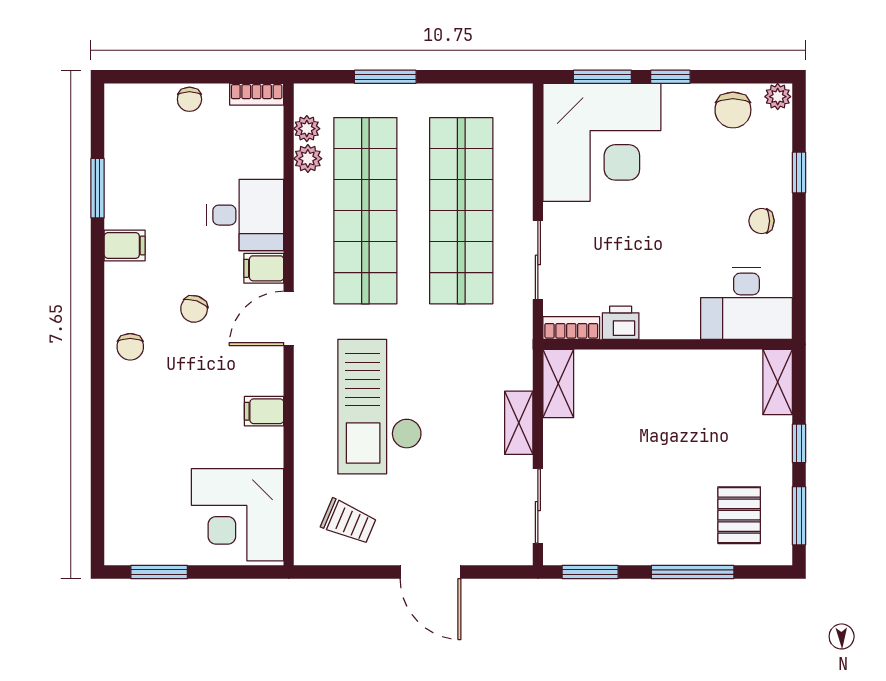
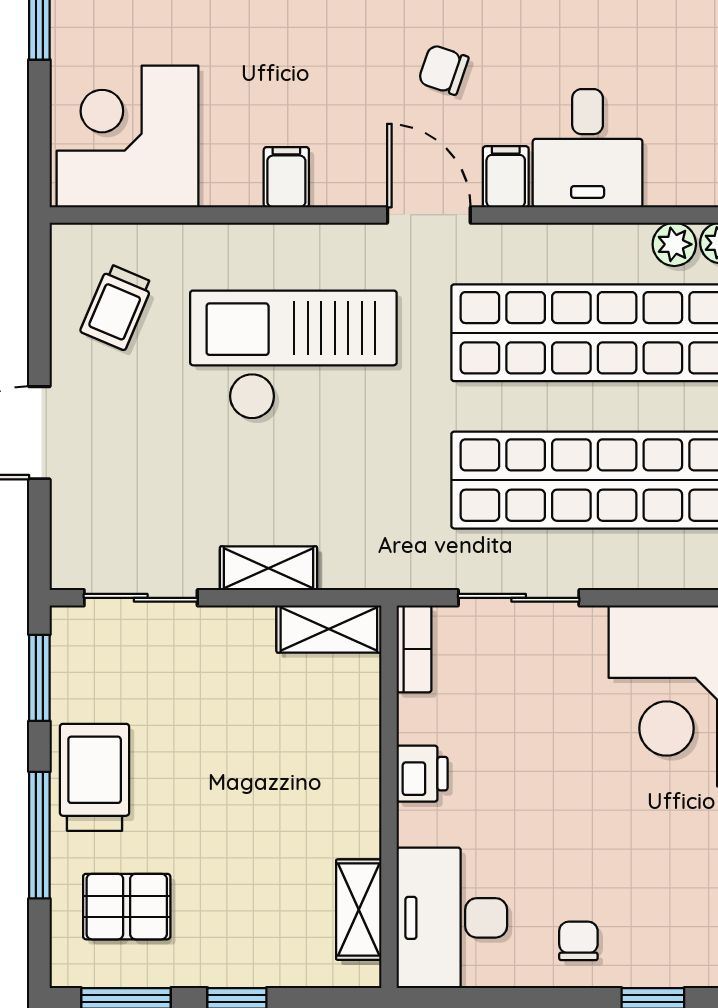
printer: (621, 323) -> (422, 774), moved
shelving: (778, 382) -> (359, 910), moved, turned 90
trolley: (655, 536) -> (95, 777), added

